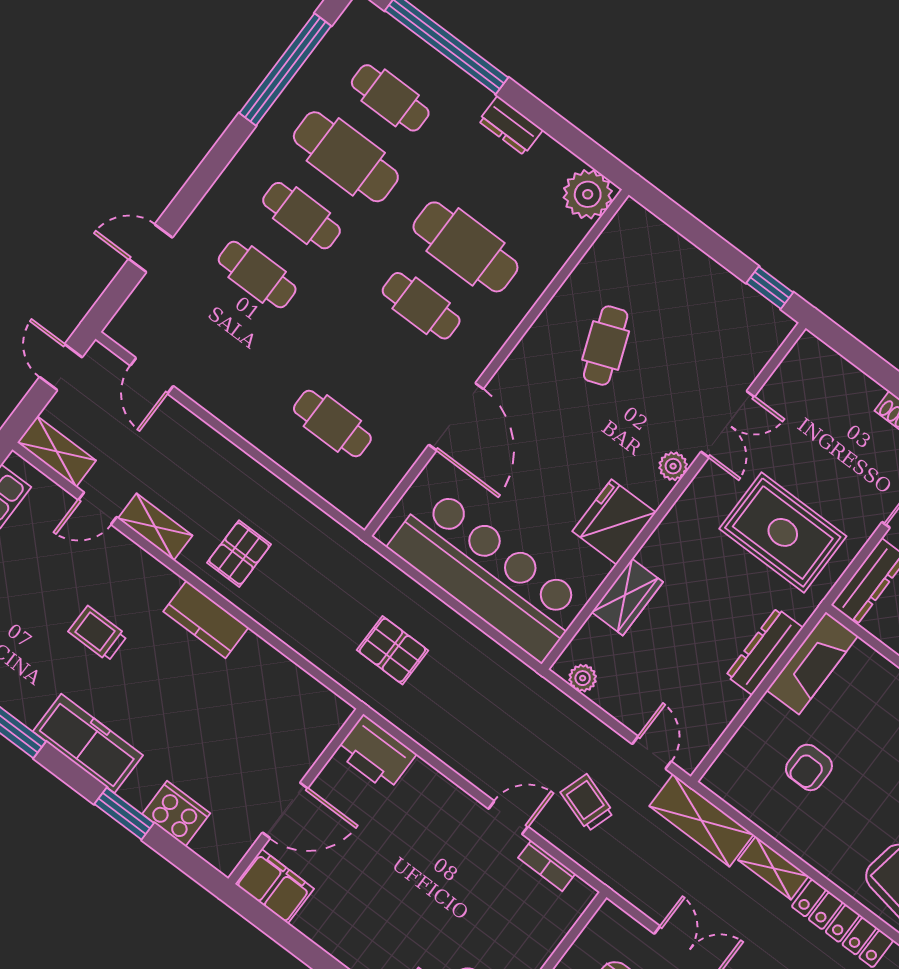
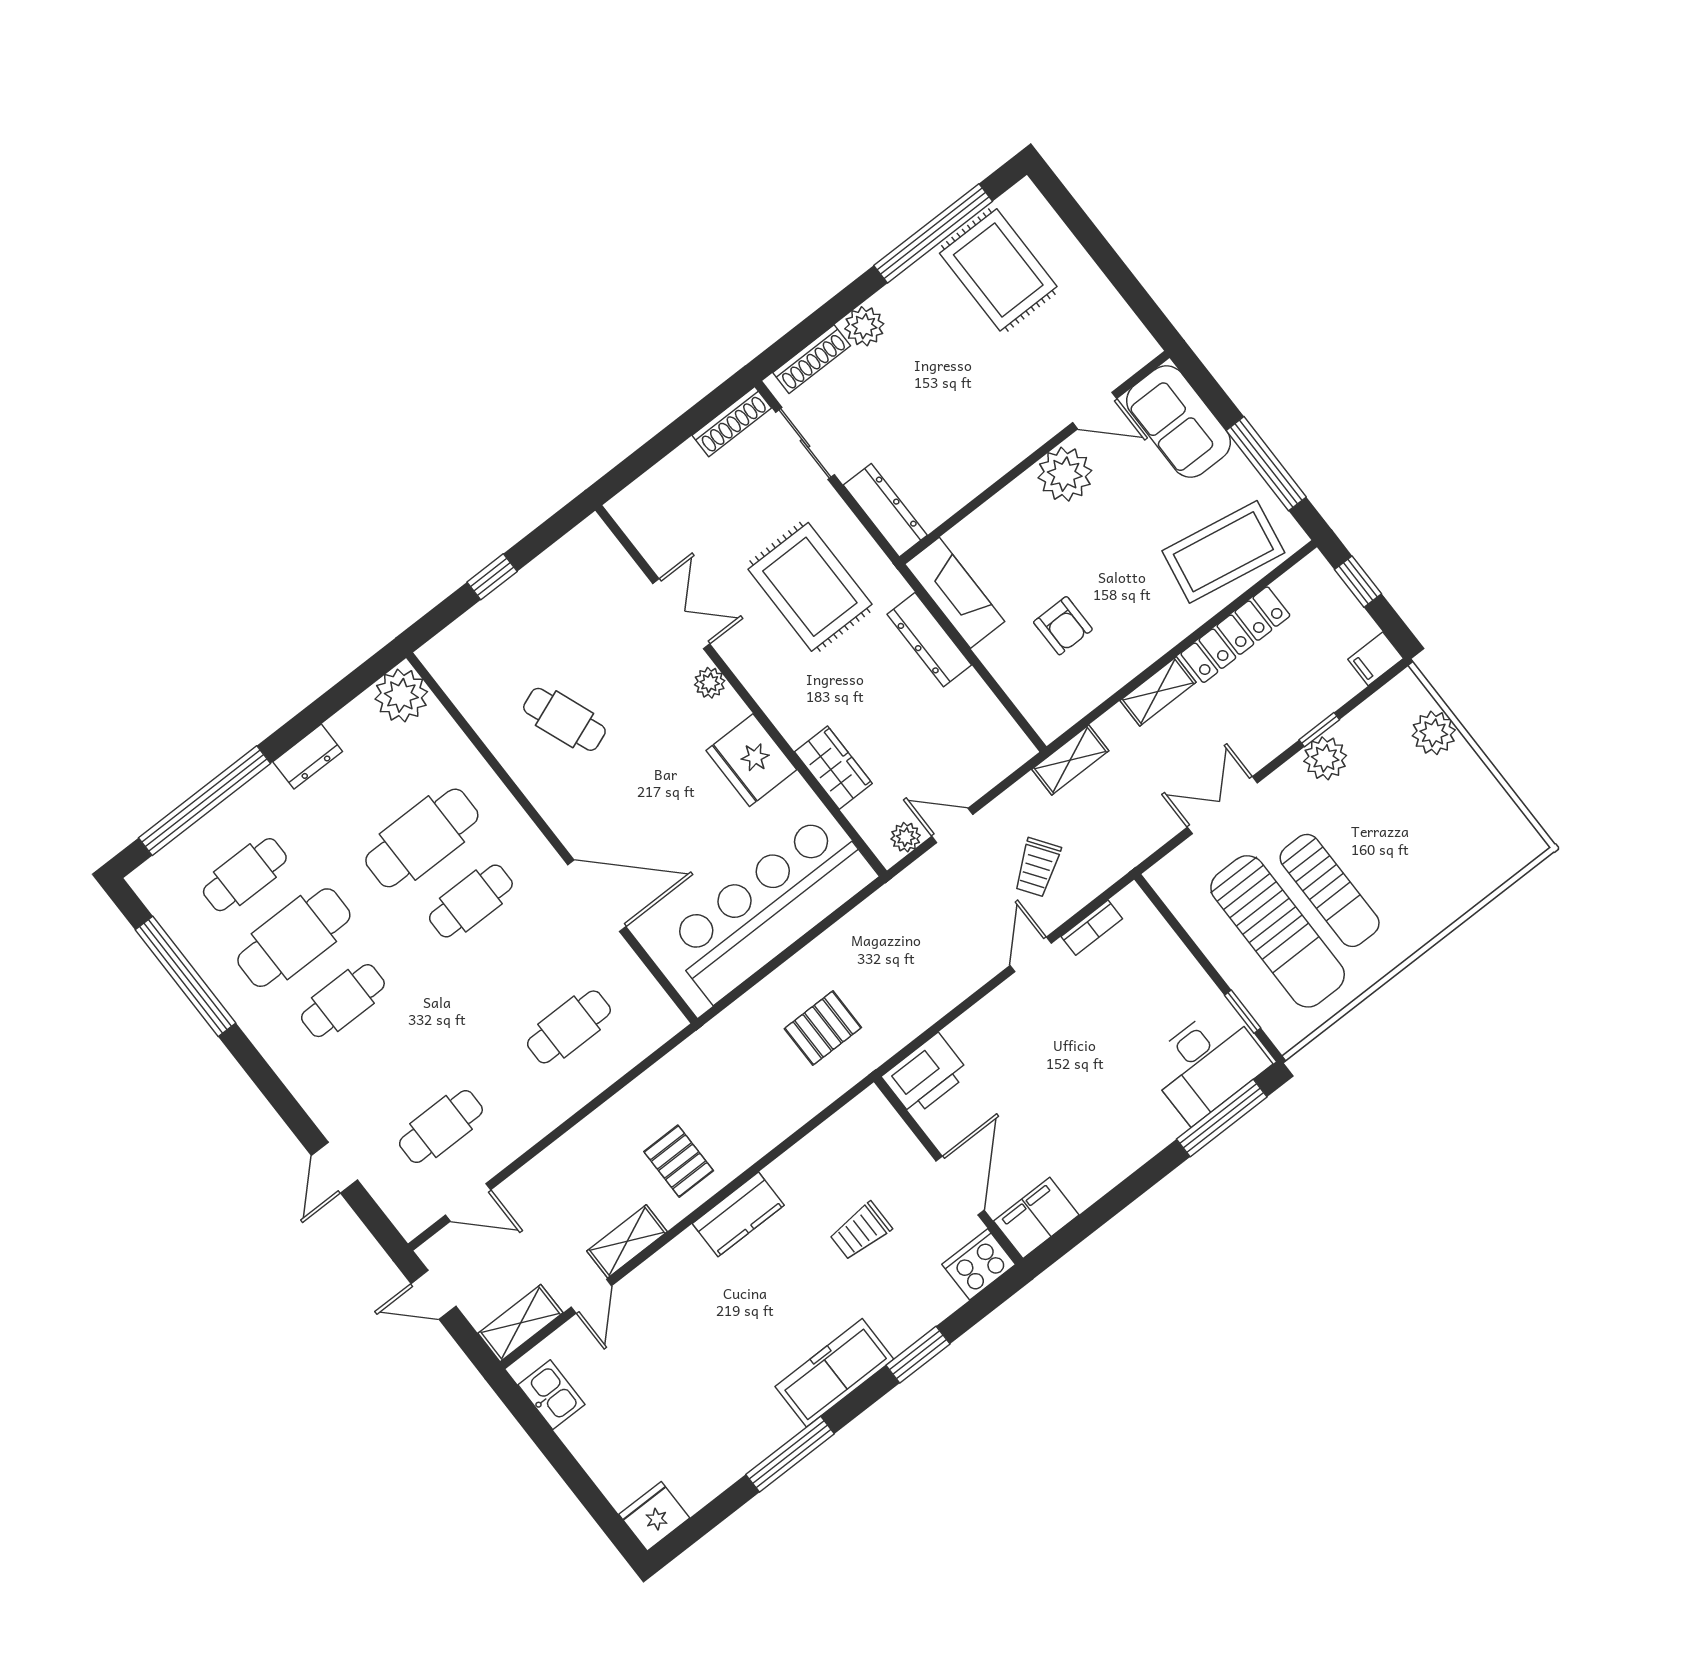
cafe table: (257, 274) -> (441, 1127), moved
window: (770, 288) -> (492, 577), moved
rug: (783, 532) -> (810, 587), turned 90
trolley: (98, 634) -> (861, 1231), moved
door: (652, 753) -> (952, 825), moved
trolley: (587, 803) -> (1037, 867), turned -53
cooker: (176, 814) -> (979, 1264), moved
shelving: (701, 820) -> (1070, 760), width x0.67, depth x0.75

